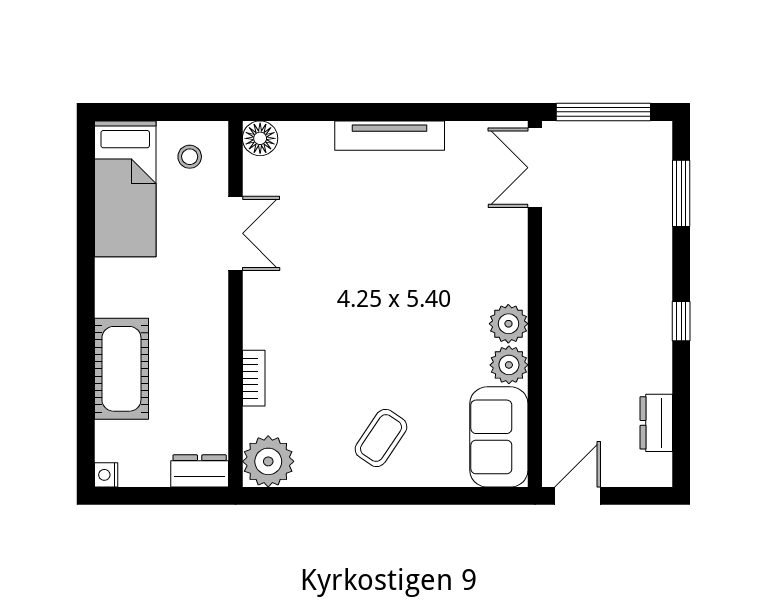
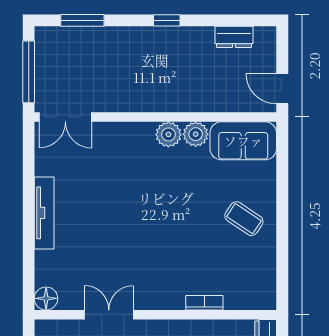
plant: (268, 461) -> (259, 293), removed

